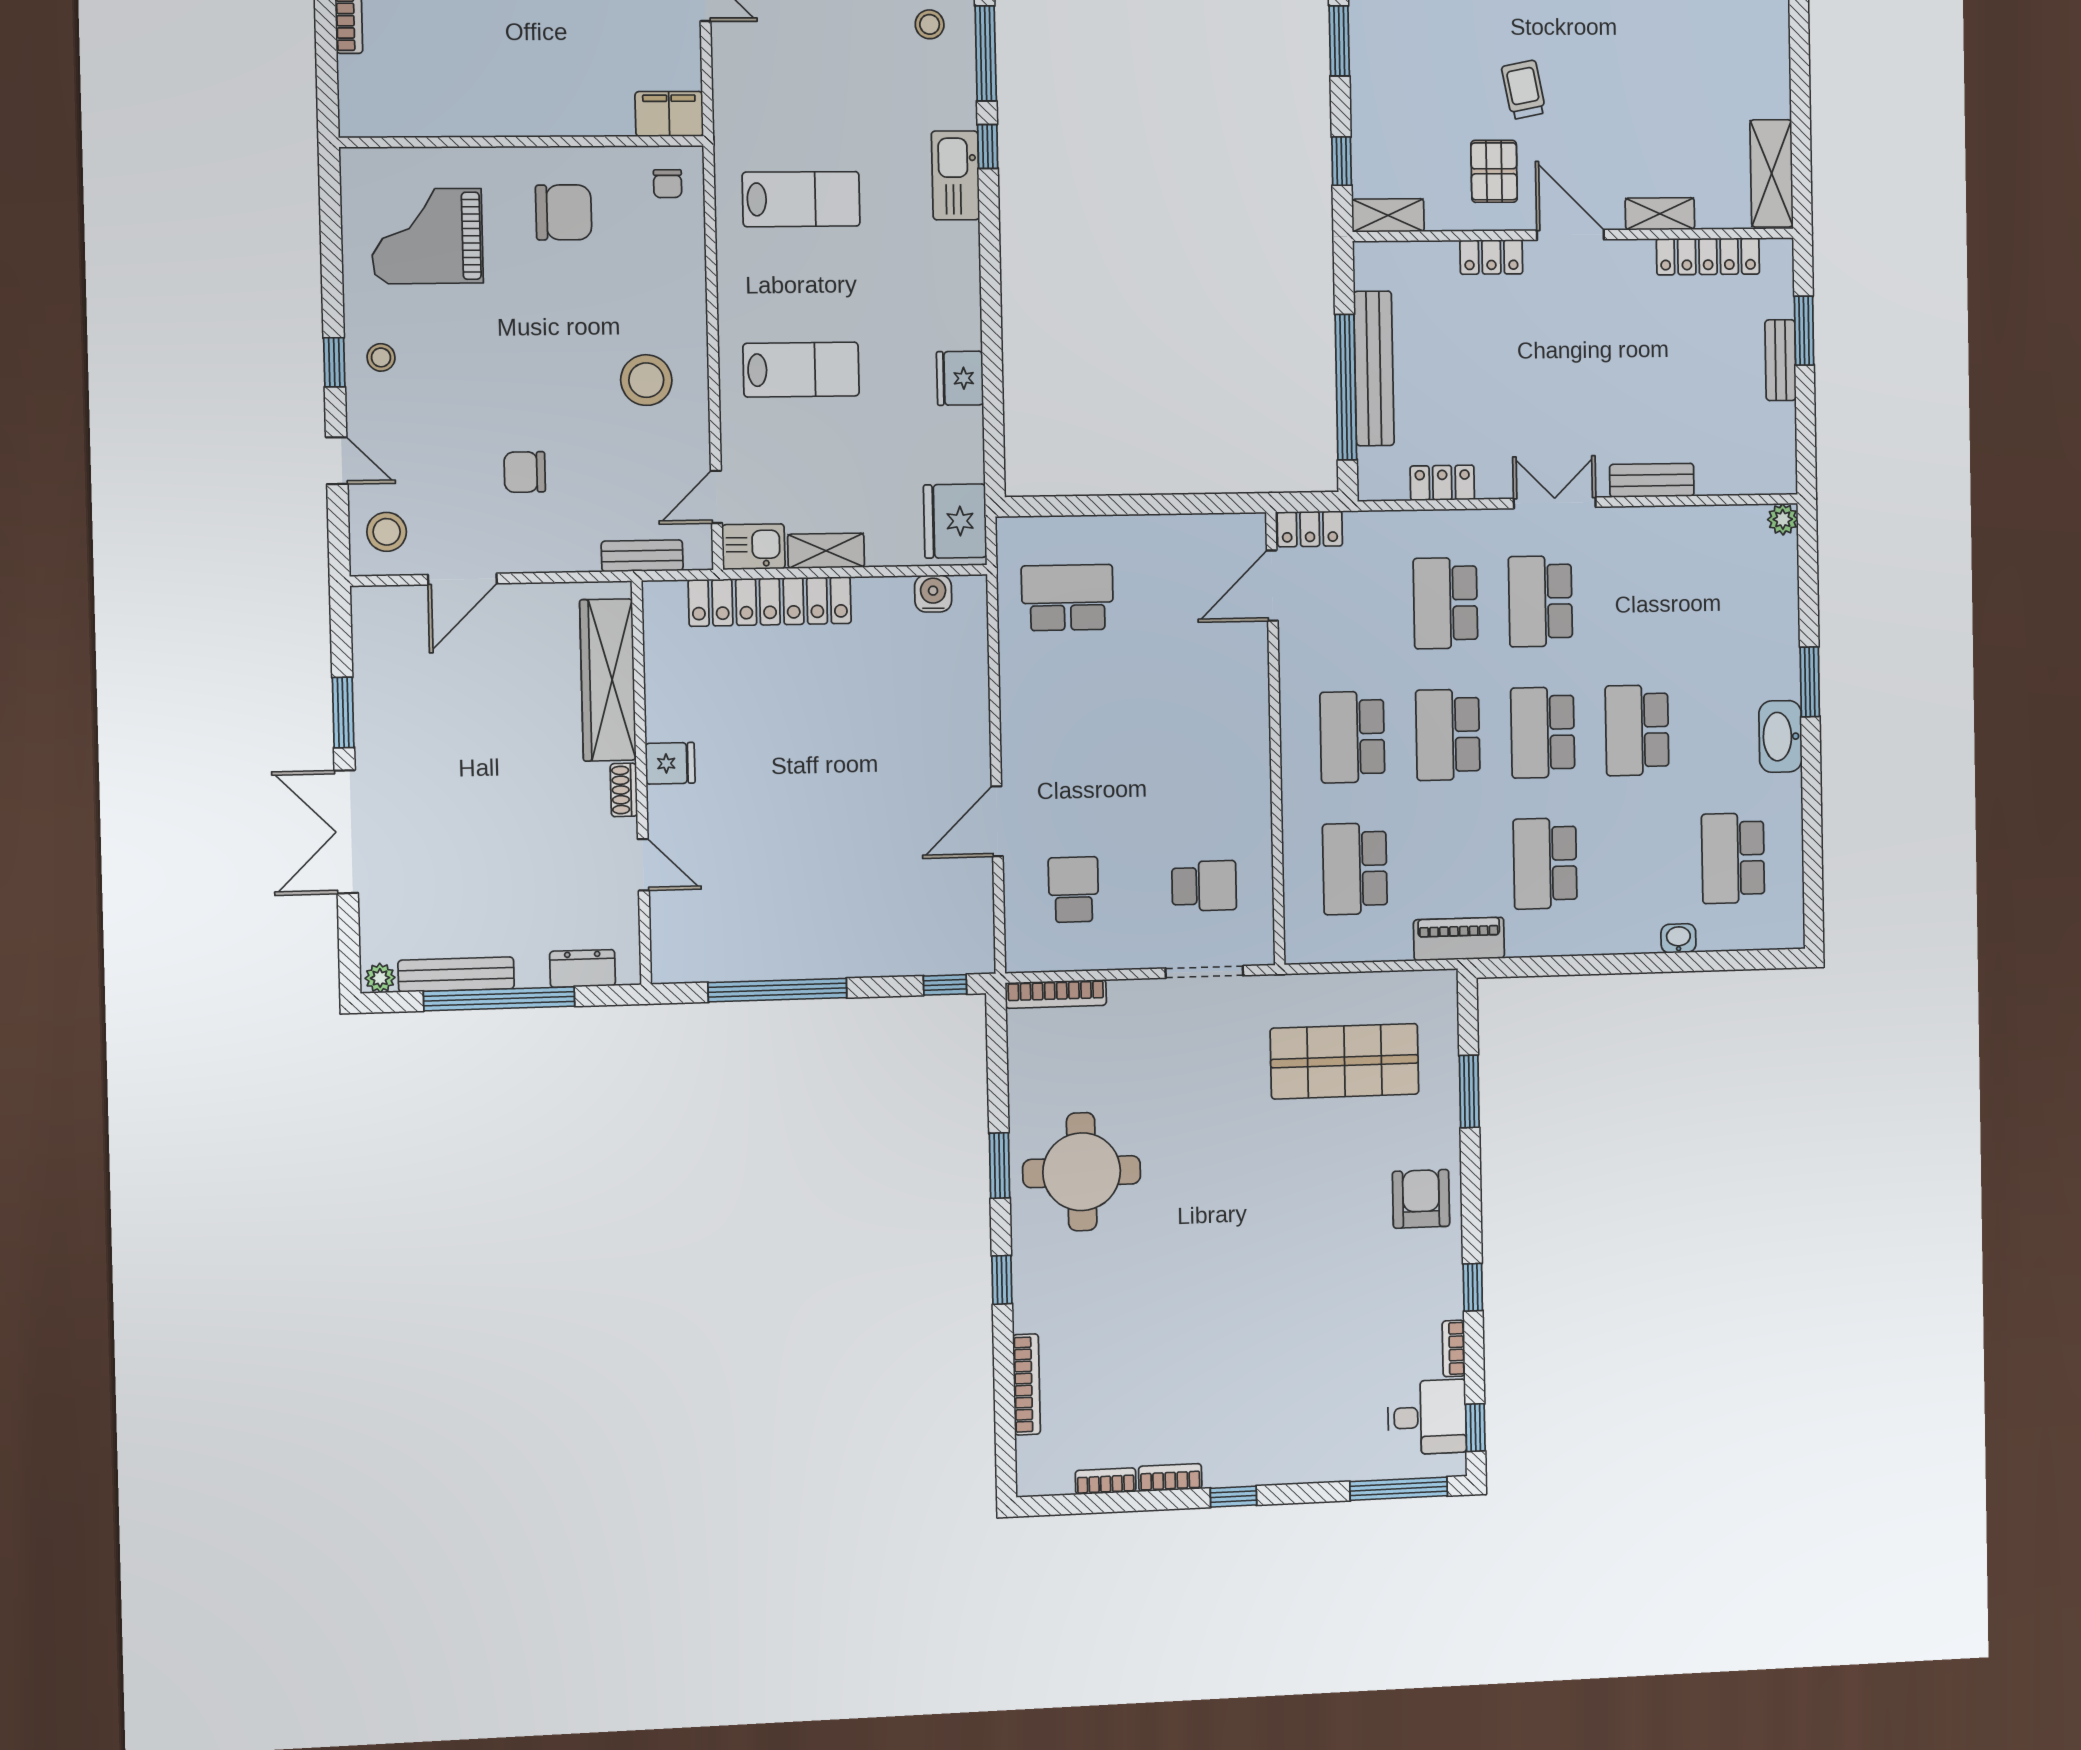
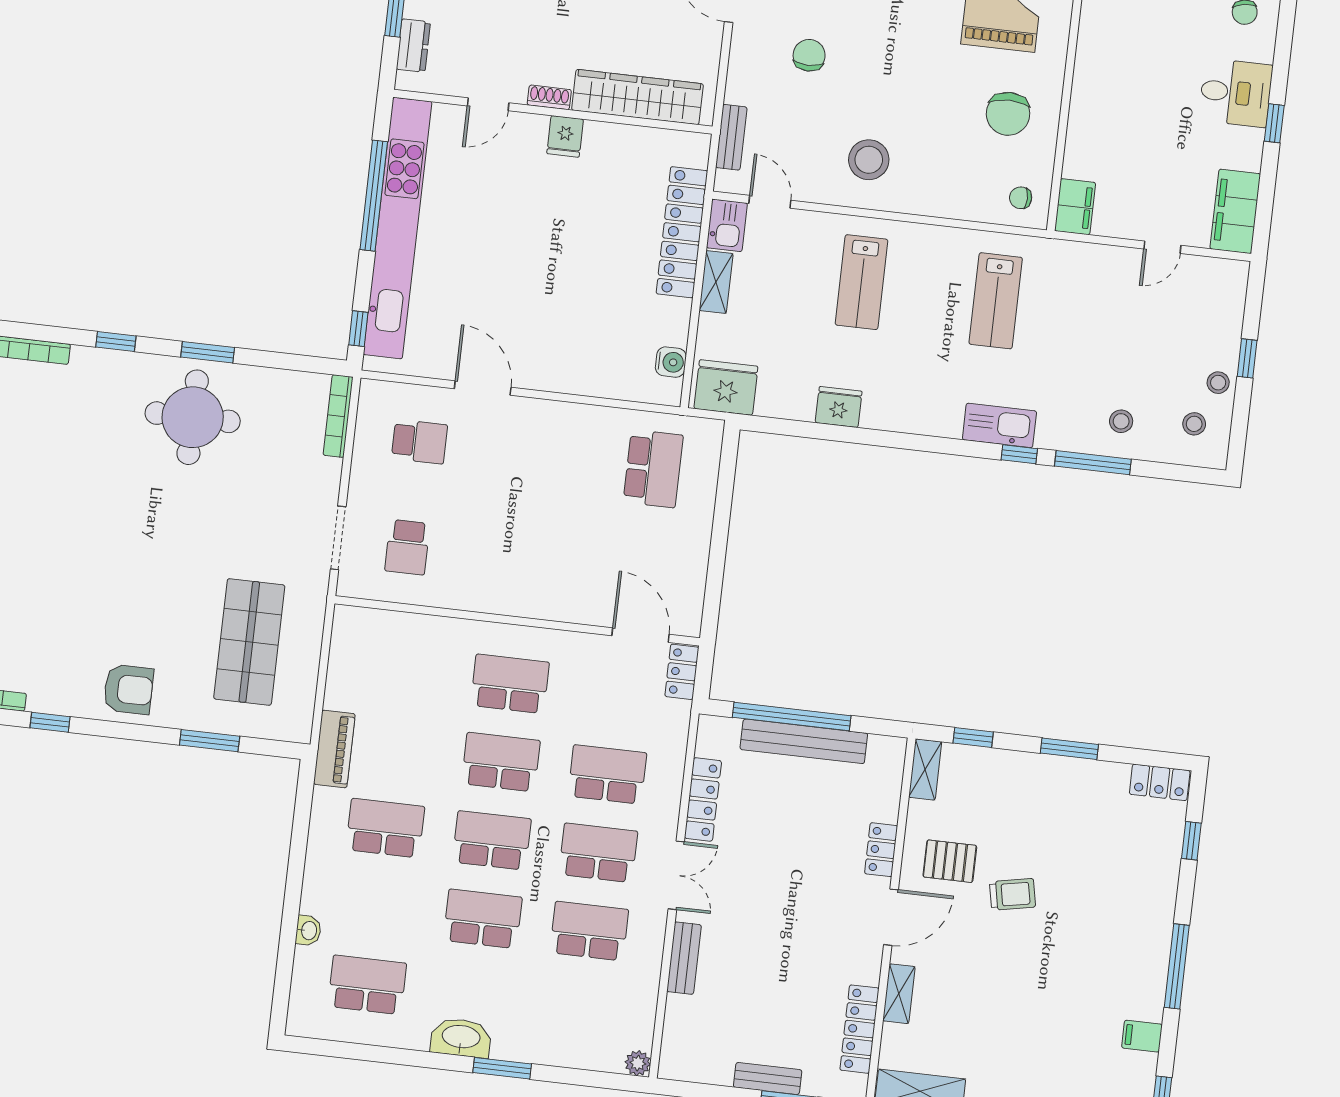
locker: (1442, 483) -> (703, 799), width x1.53
school desk: (1355, 869) -> (589, 931), moved
kitchen unit: (814, 955) -> (398, 228), added

